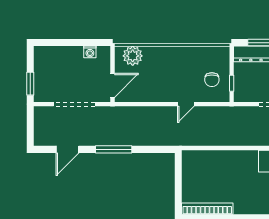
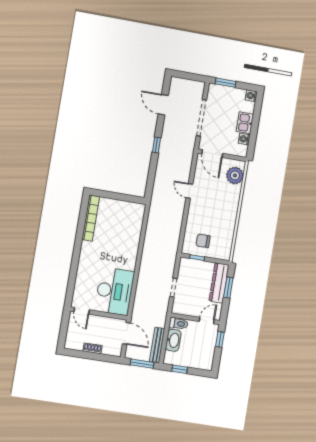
washing machine: (40, 52) -> (251, 96), added
kitchen sink: (71, 54) -> (245, 123), added
door: (186, 104) -> (189, 191), moved
window: (114, 149) -> (156, 145), width x0.46

